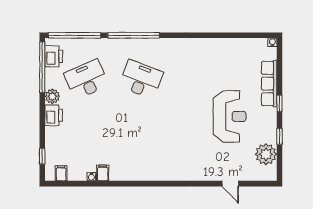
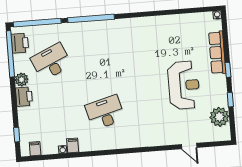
desk: (141, 79) -> (105, 112), moved, turned -36

